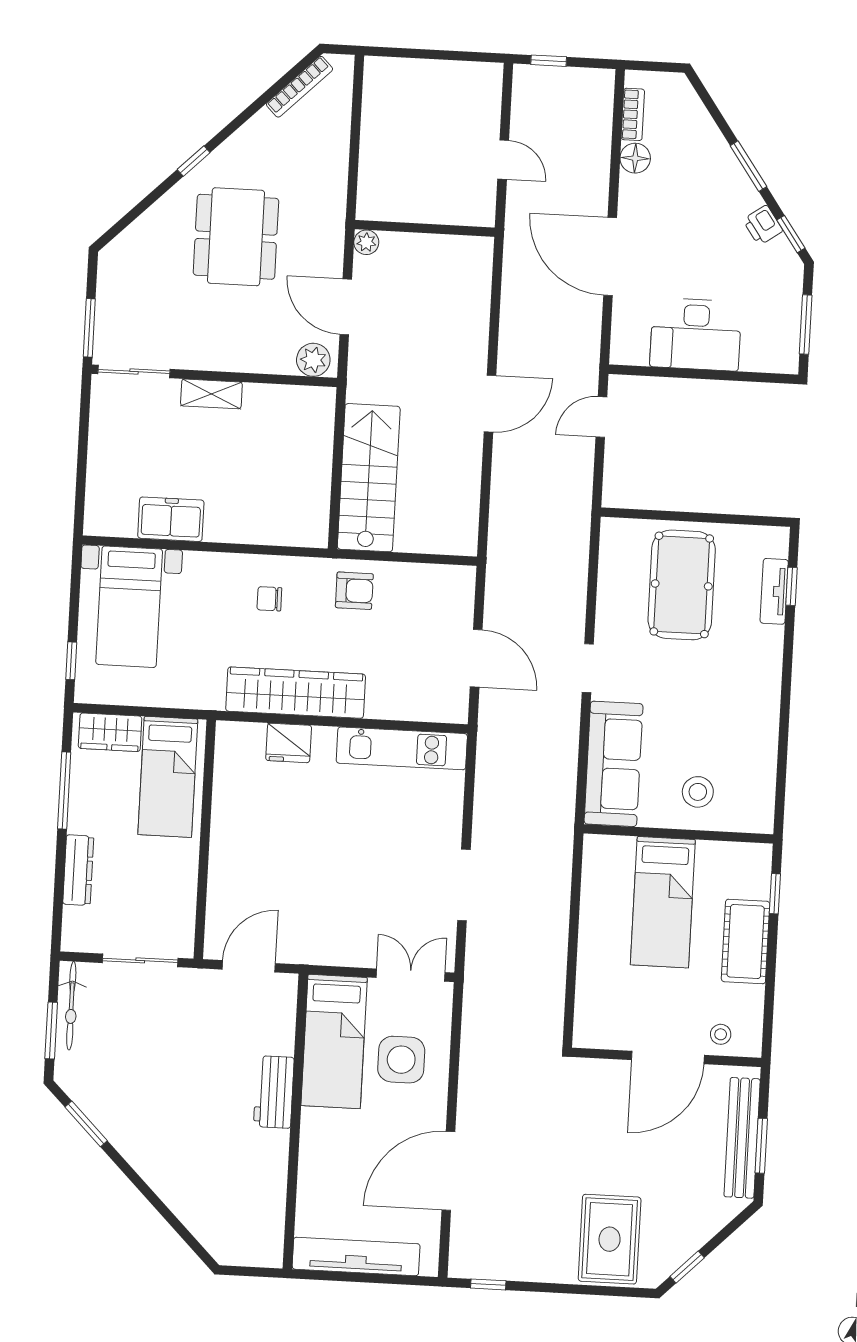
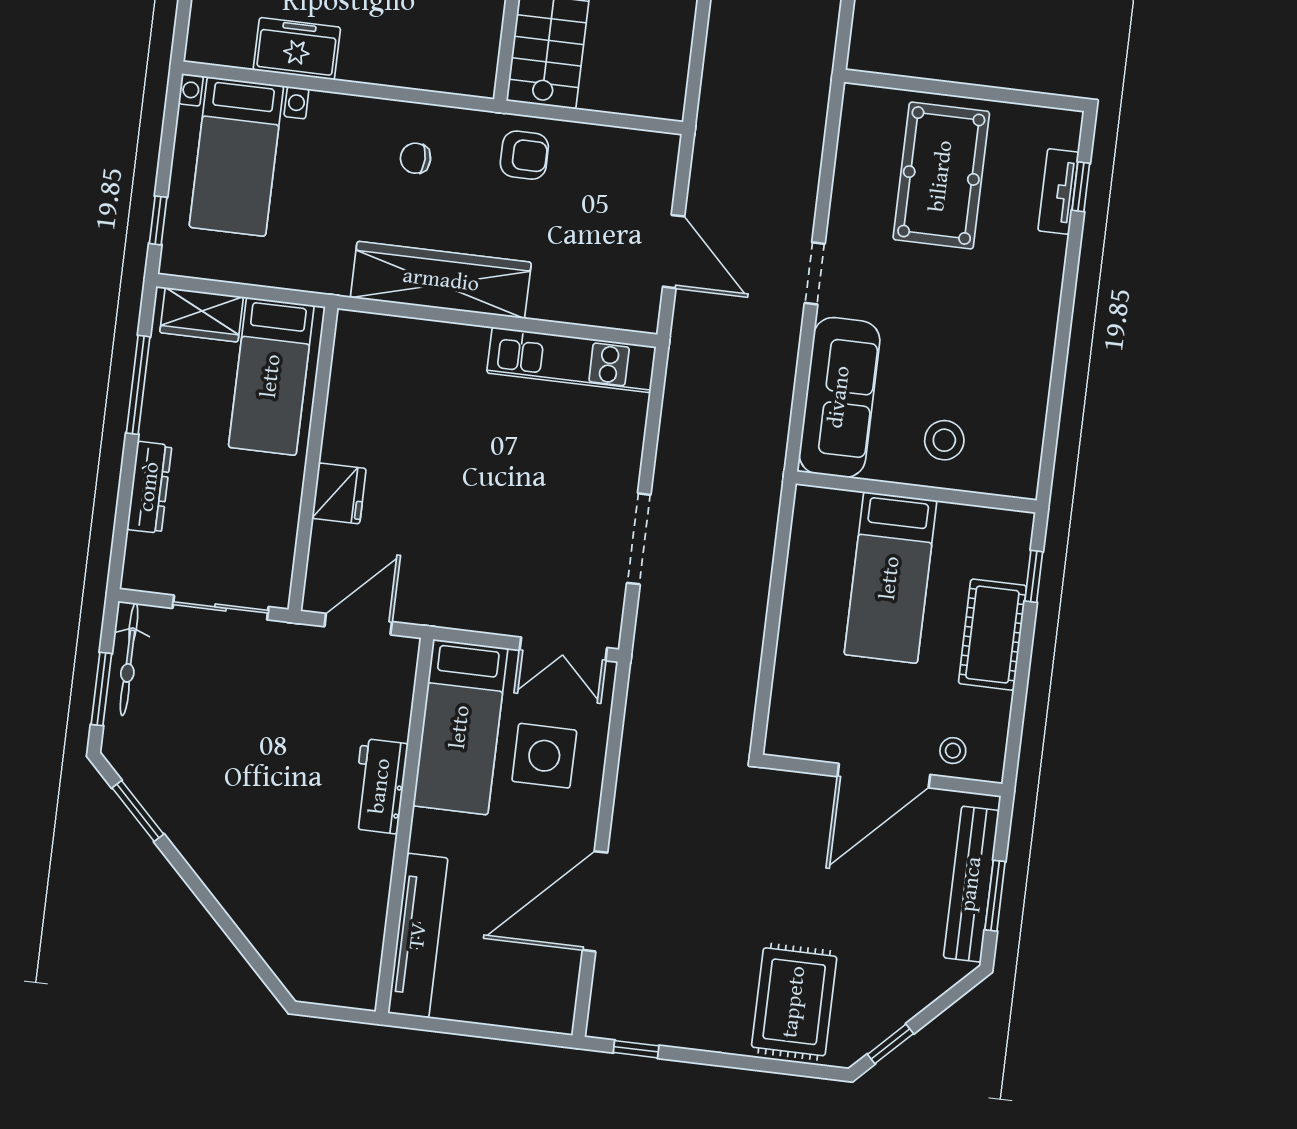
fridge: (289, 743) -> (339, 493), moved, turned -90
double door: (411, 975) -> (563, 649), swing flipped
tv unit: (356, 1256) -> (418, 936), moved, turned 90

